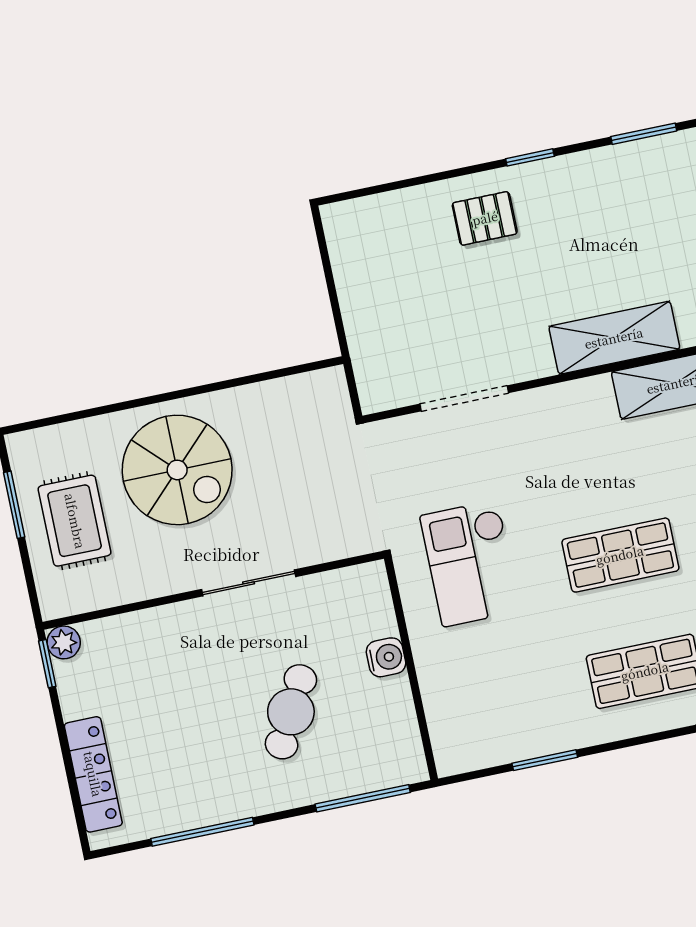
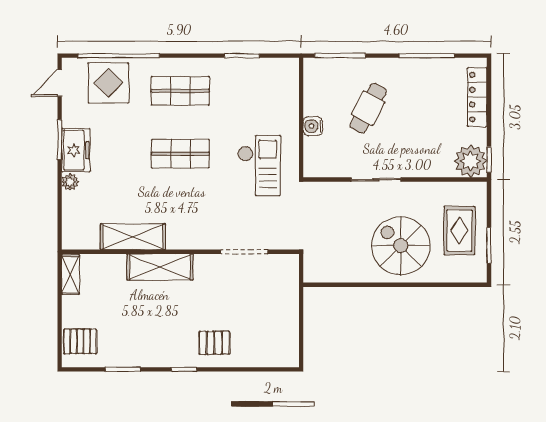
plant: (64, 642) -> (471, 161), width x1.88, depth x1.88

